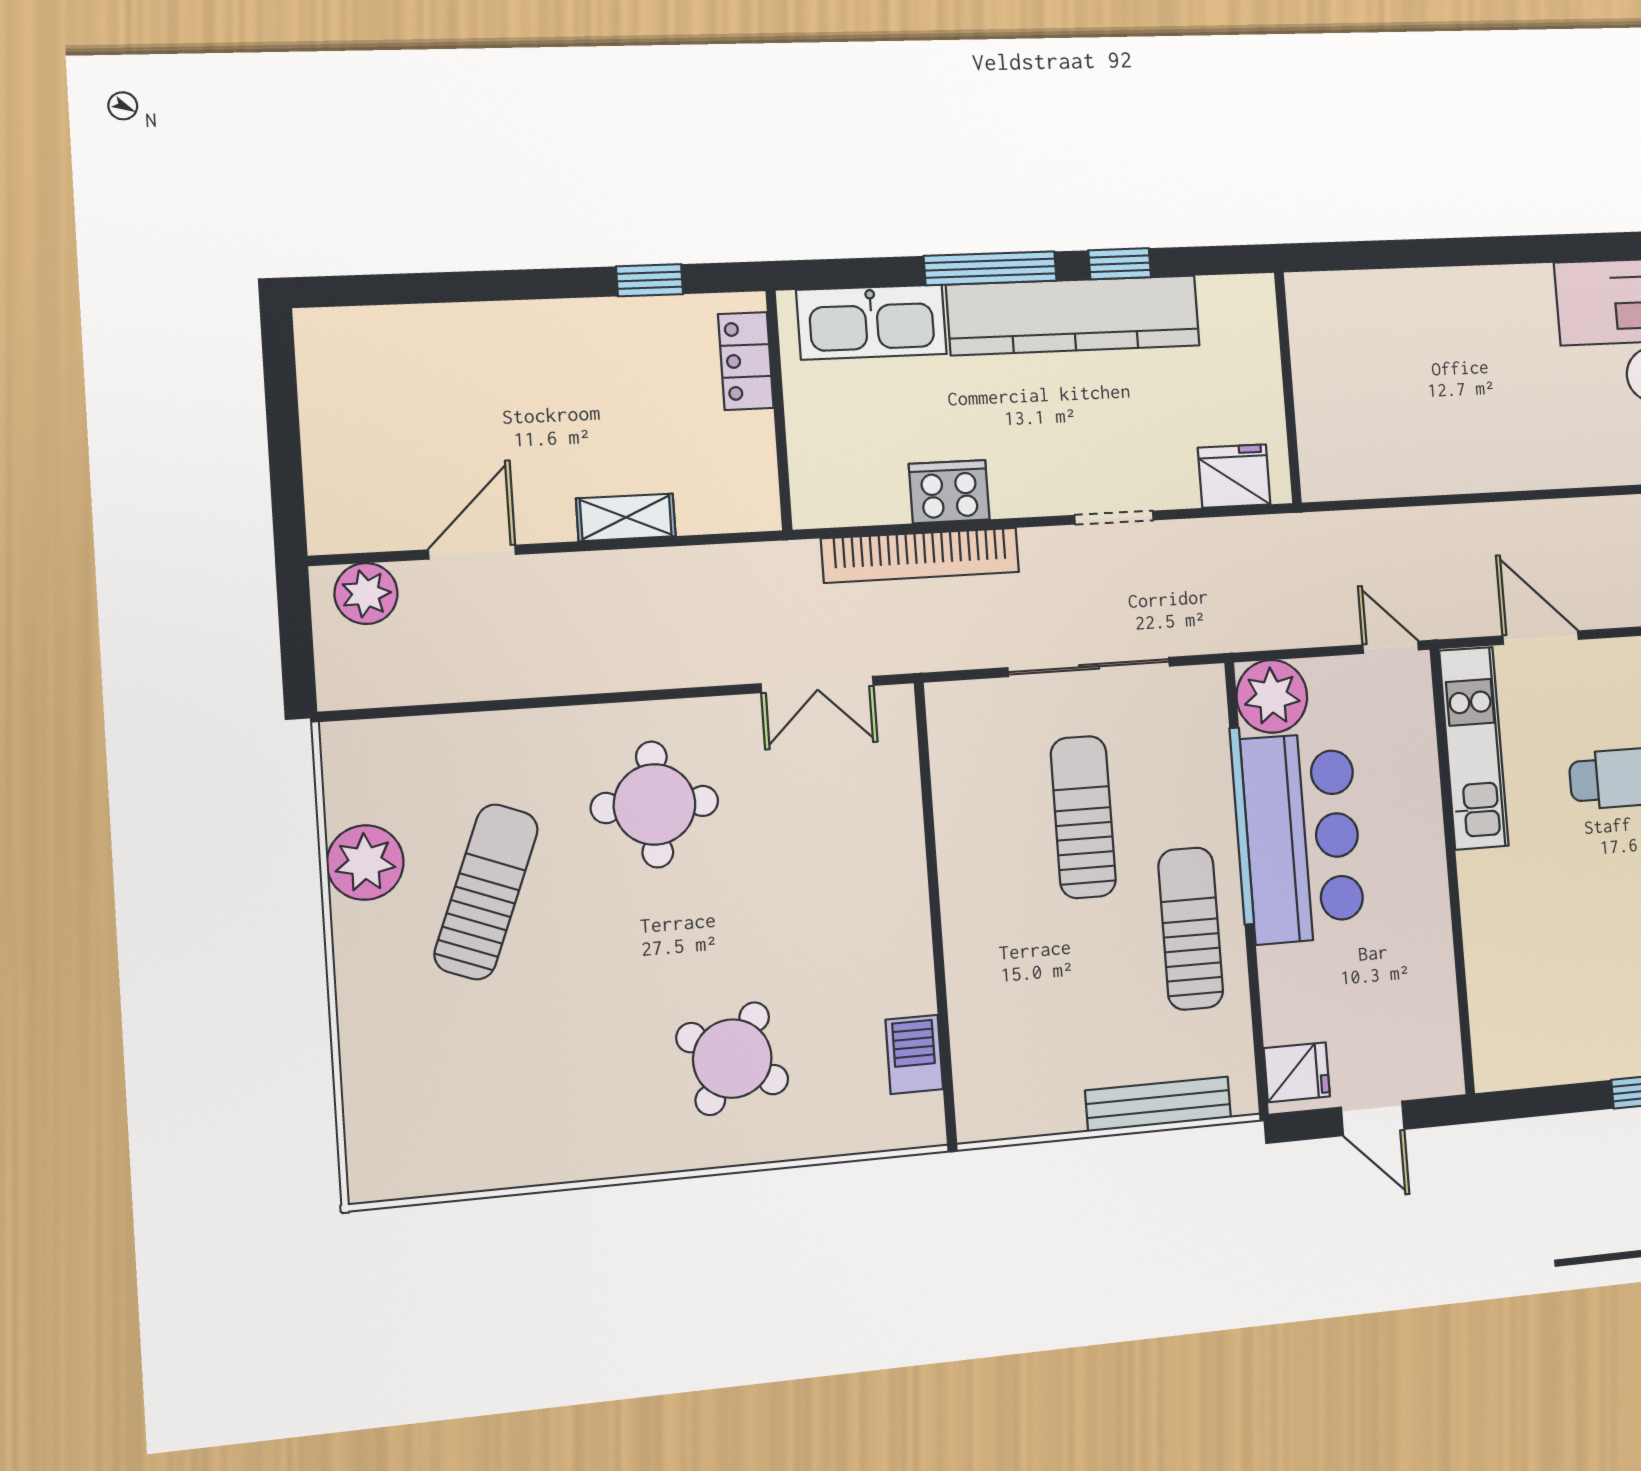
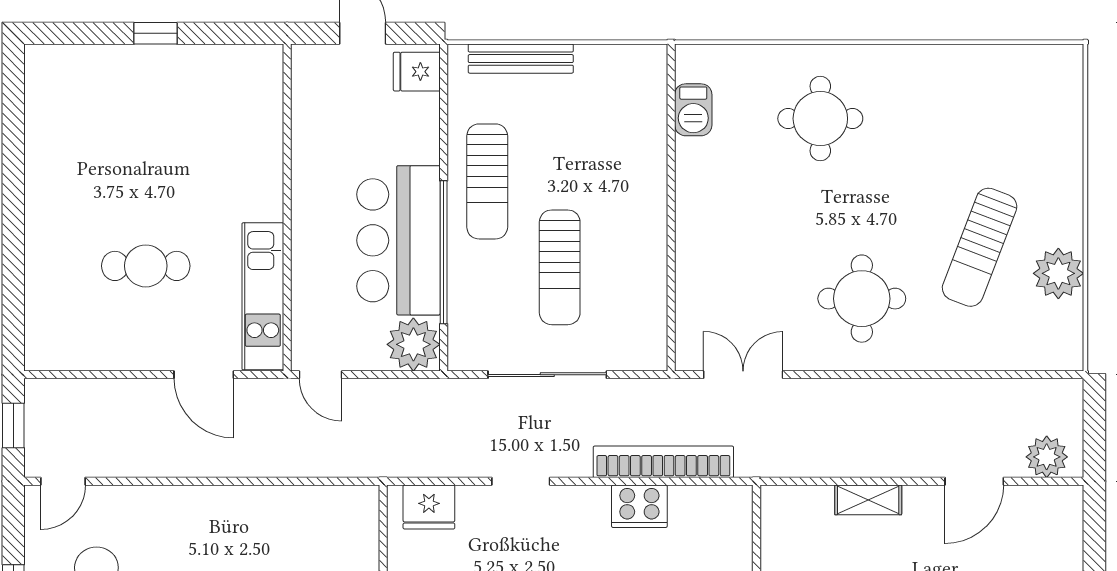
round table: (732, 1059) -> (820, 119), turned -32

